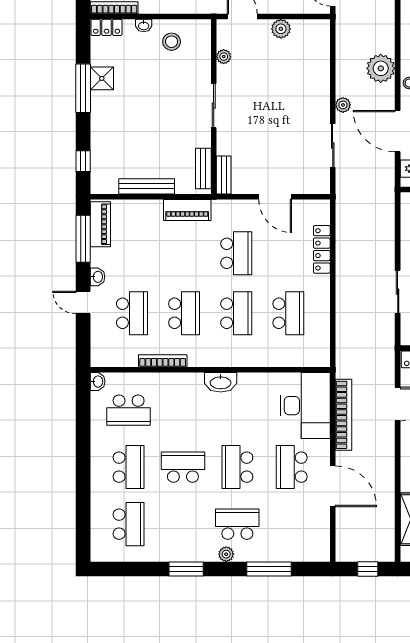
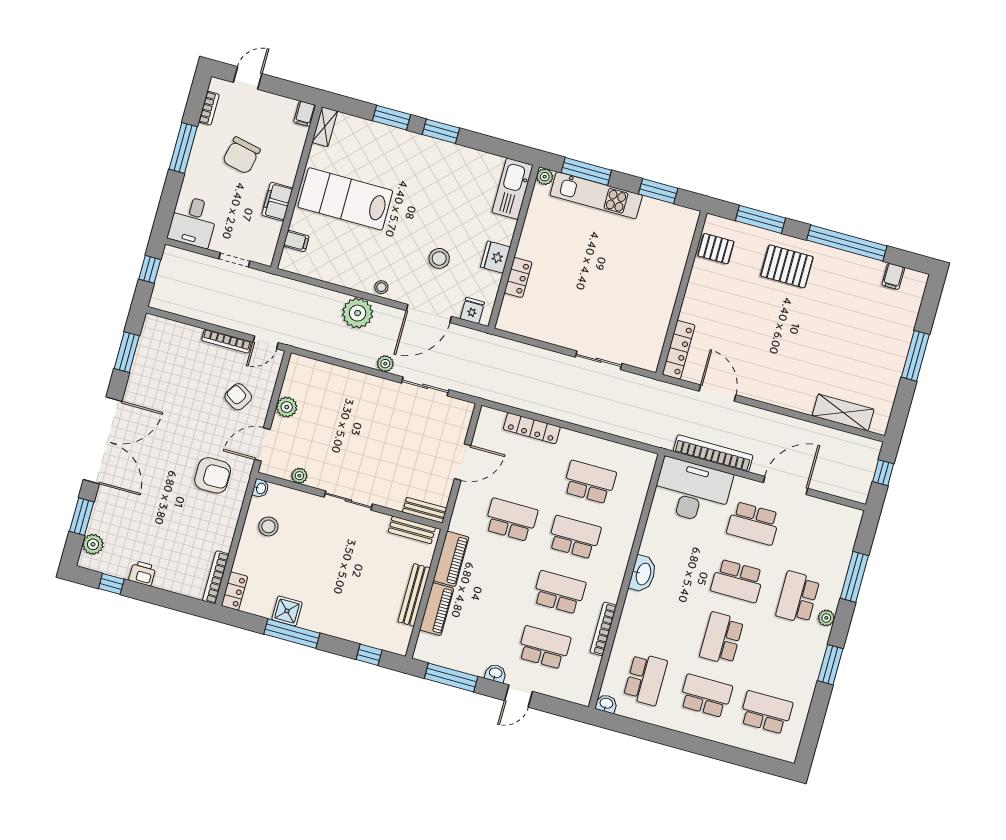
washbasin: (144, 26) -> (261, 488), moved
piano: (100, 224) -> (437, 609), moved, turned 90

